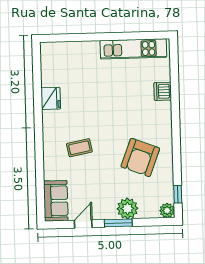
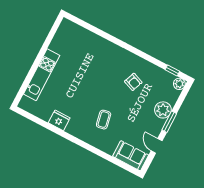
kitchen unit: (133, 49) -> (42, 75), moved
dishwasher: (163, 91) -> (97, 42), removed
armchair: (140, 157) -> (133, 82), width x0.53, depth x0.53

